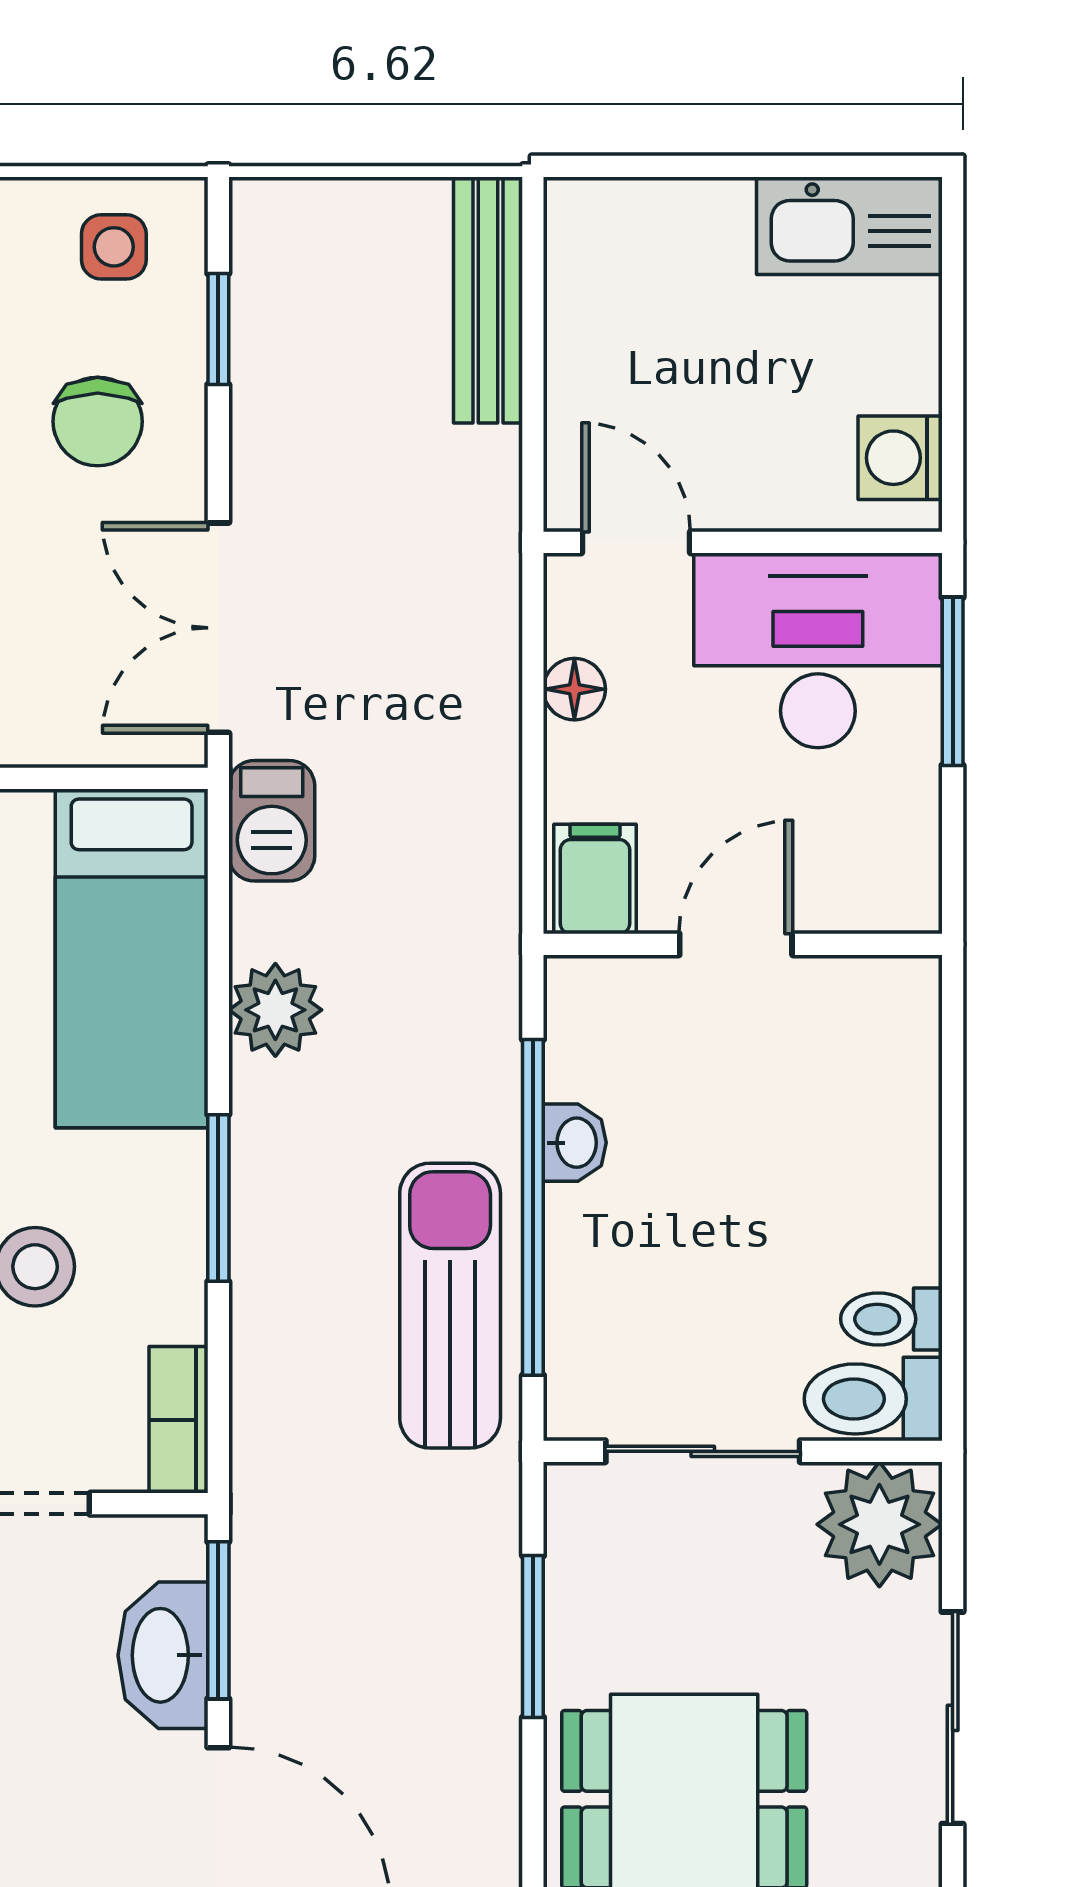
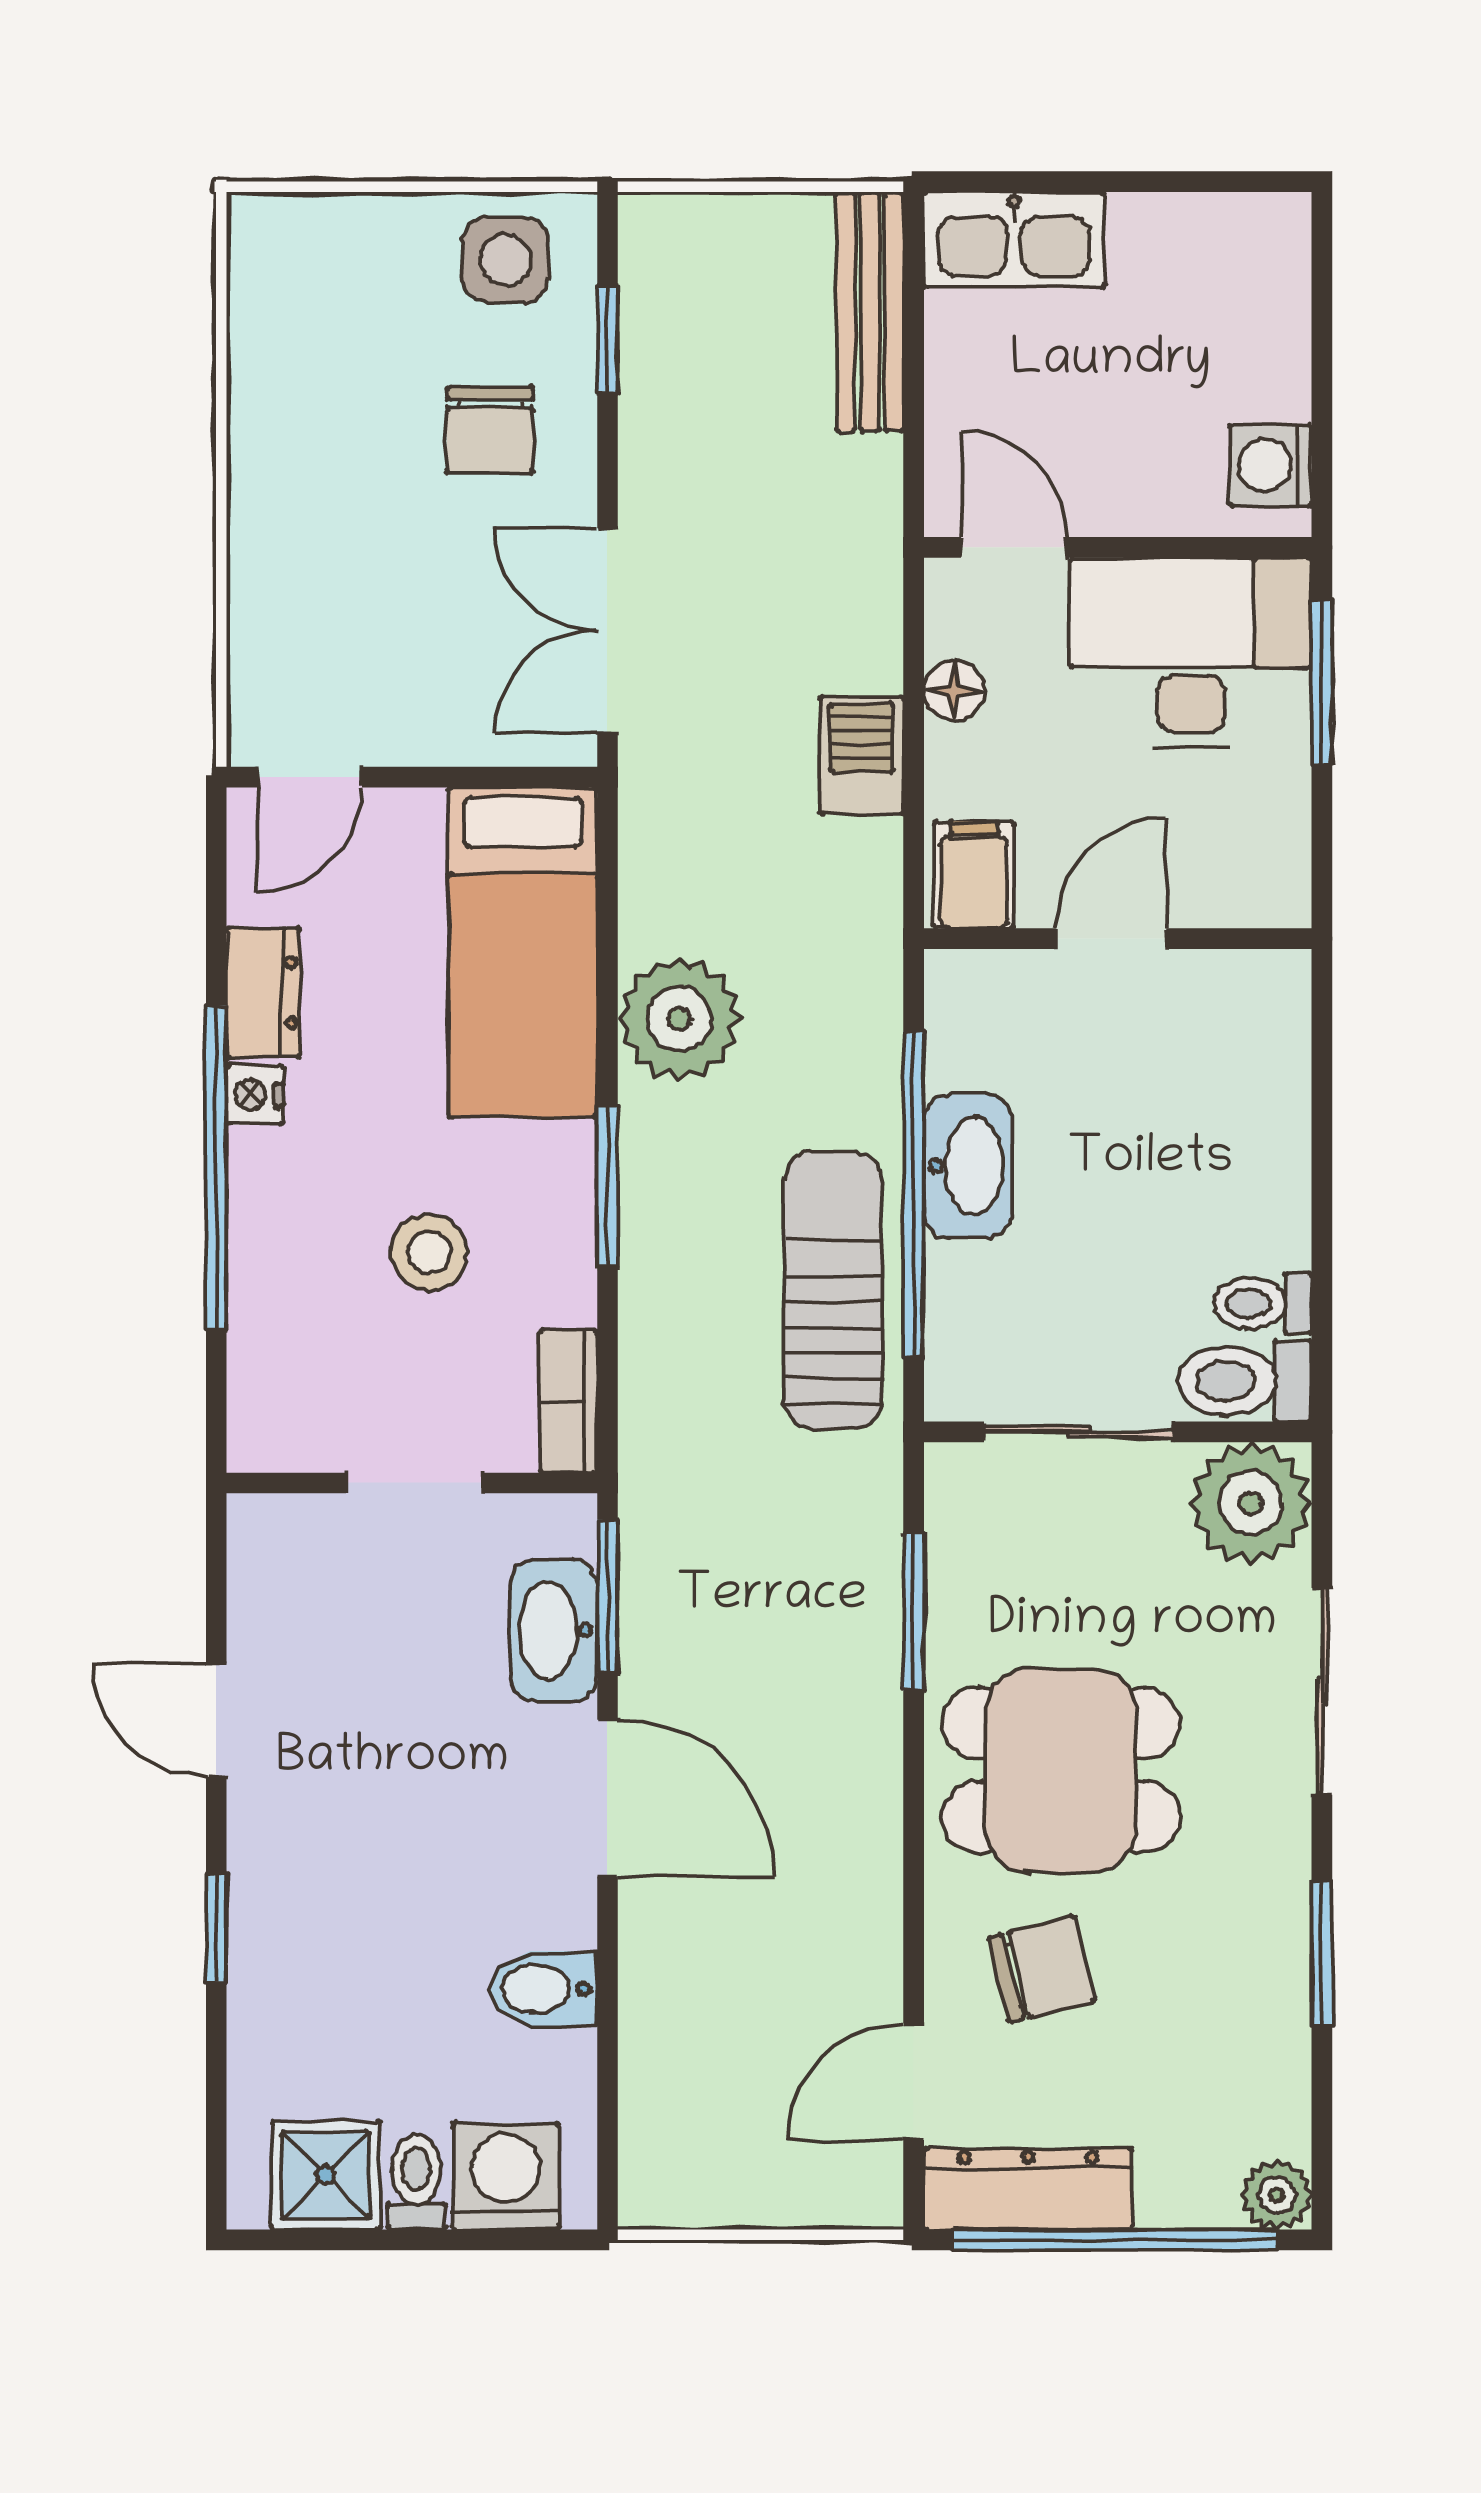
kitchen sink: (849, 226) -> (1014, 239), moved
side table: (114, 247) -> (506, 260), width x1.37, depth x1.37
barbecue: (272, 821) -> (862, 755), moved, turned 180
plant: (275, 1010) -> (679, 1019), width x1.36, depth x1.36
washbasin: (575, 1143) -> (968, 1166), width x1.91, depth x1.45

